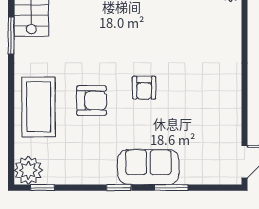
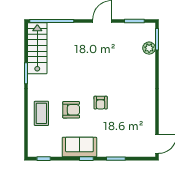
coffee table: (39, 107) -> (41, 113), width x0.73, depth x0.76
sofa: (148, 167) -> (79, 147), moved
plant: (28, 170) -> (36, 149), removed

